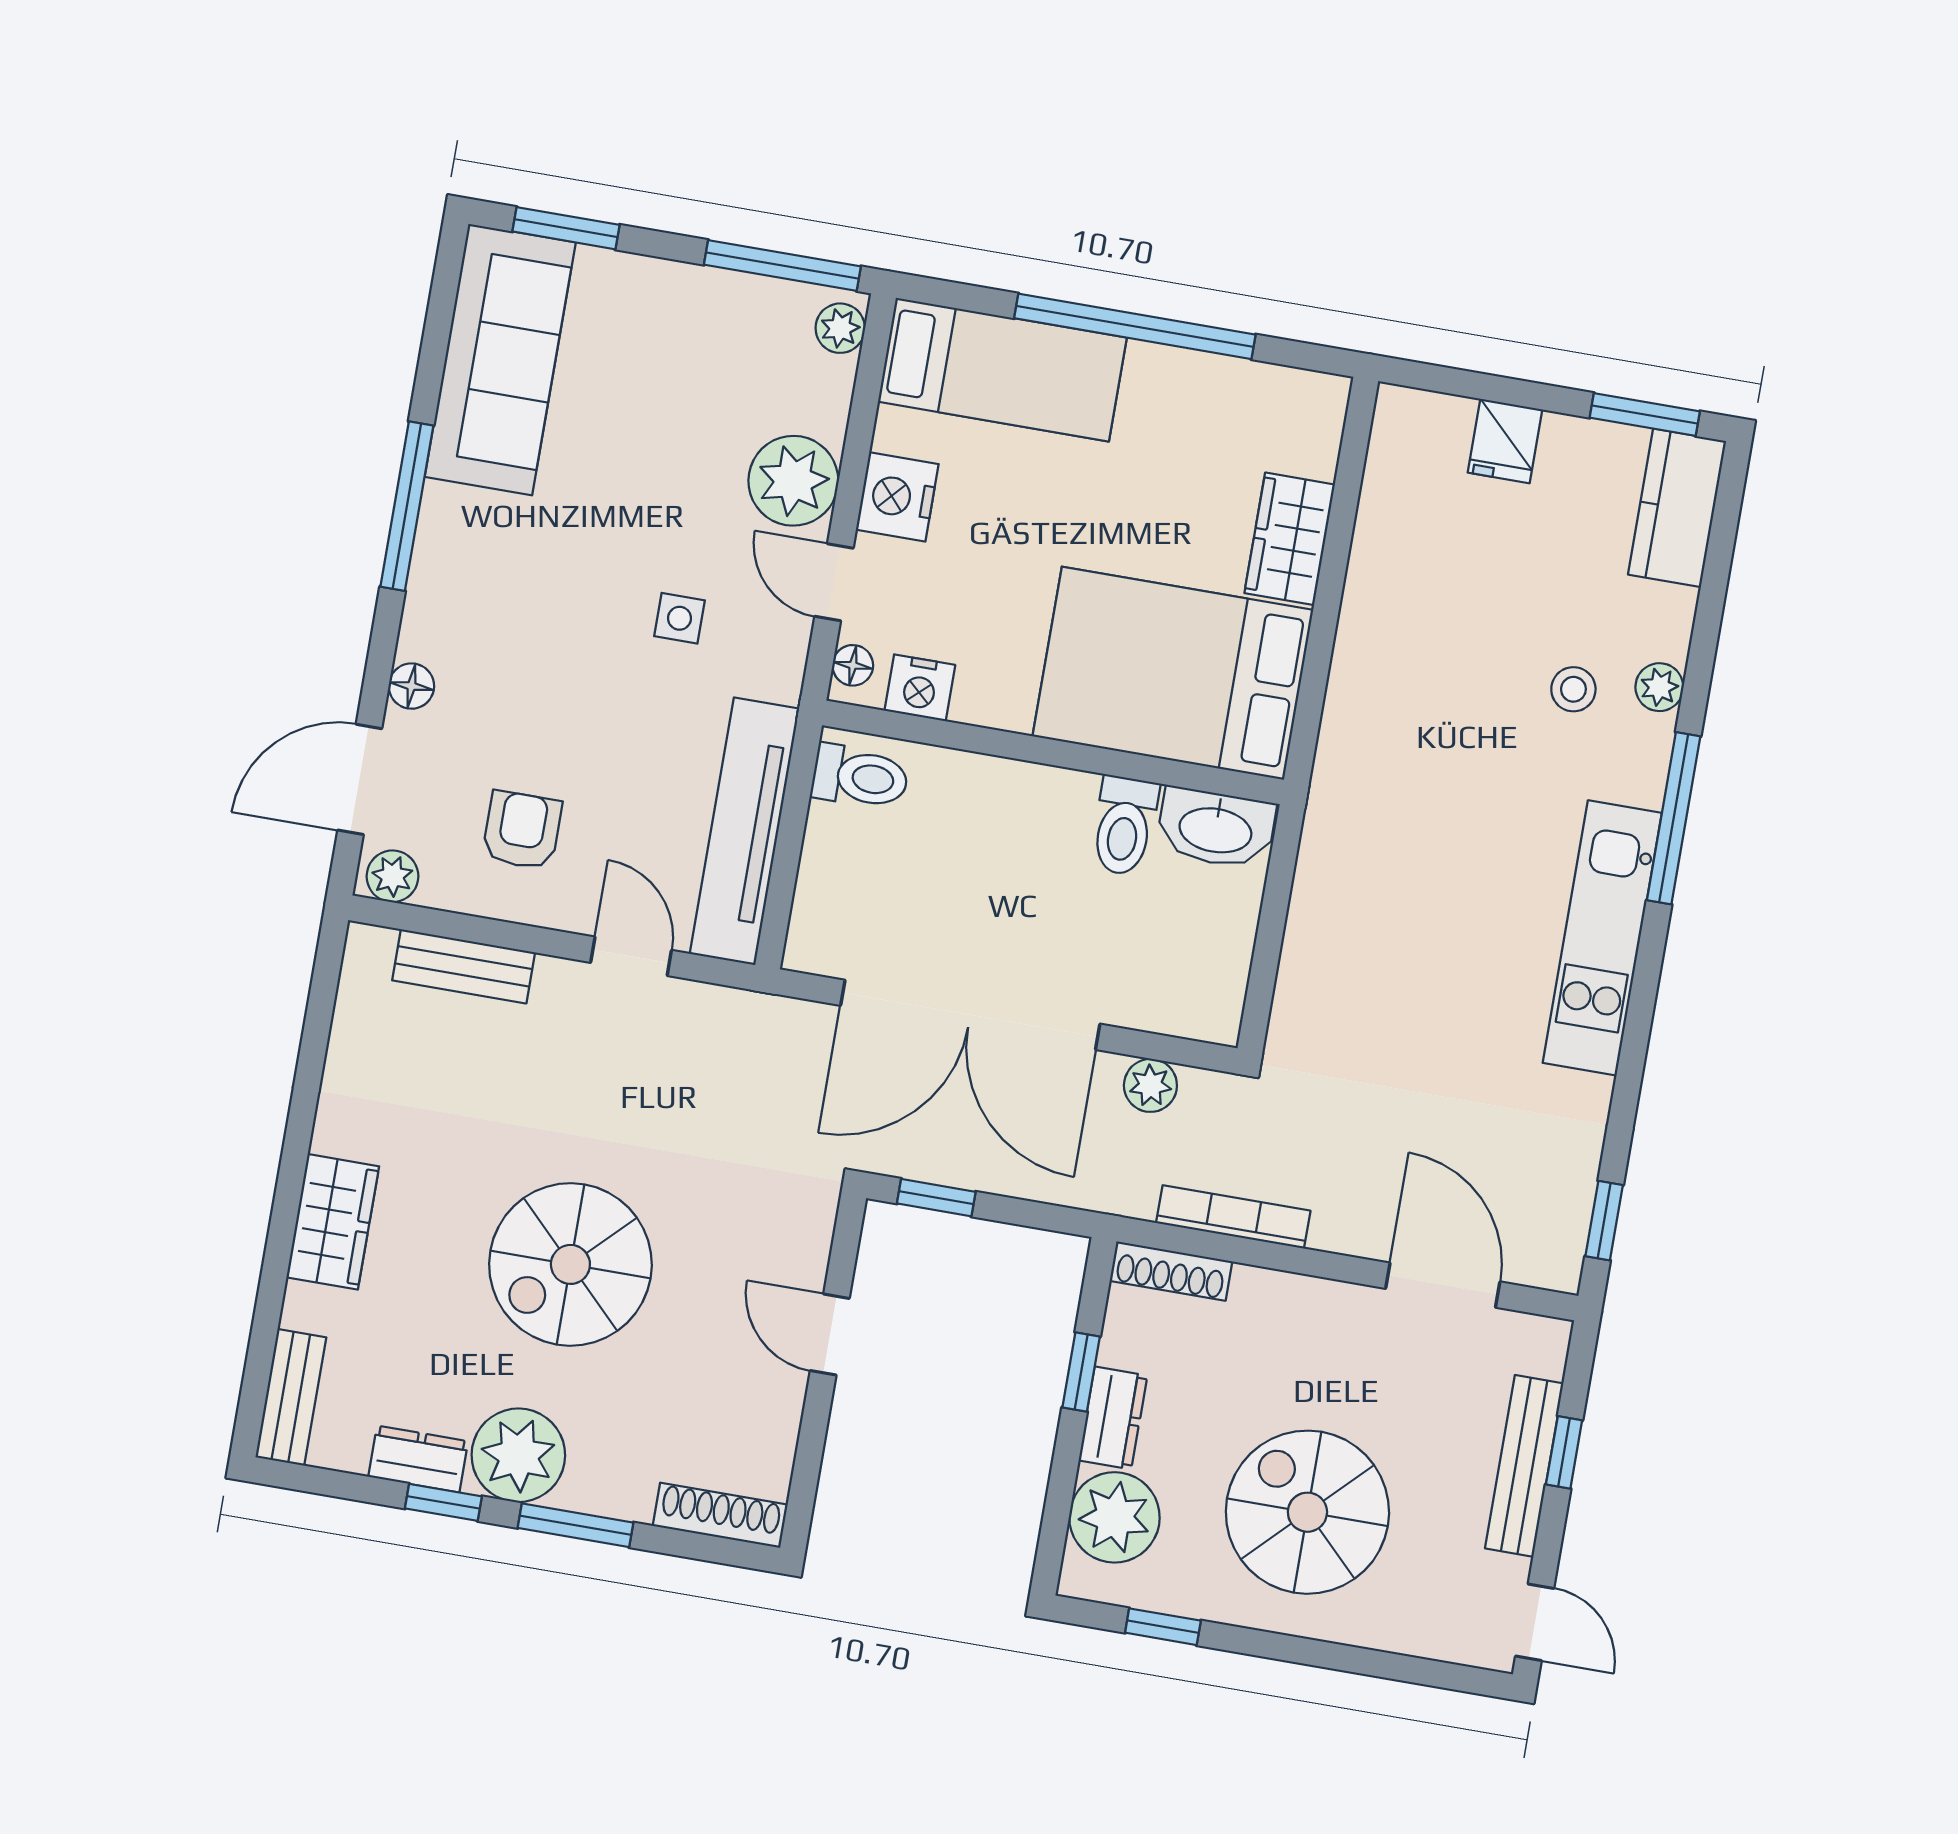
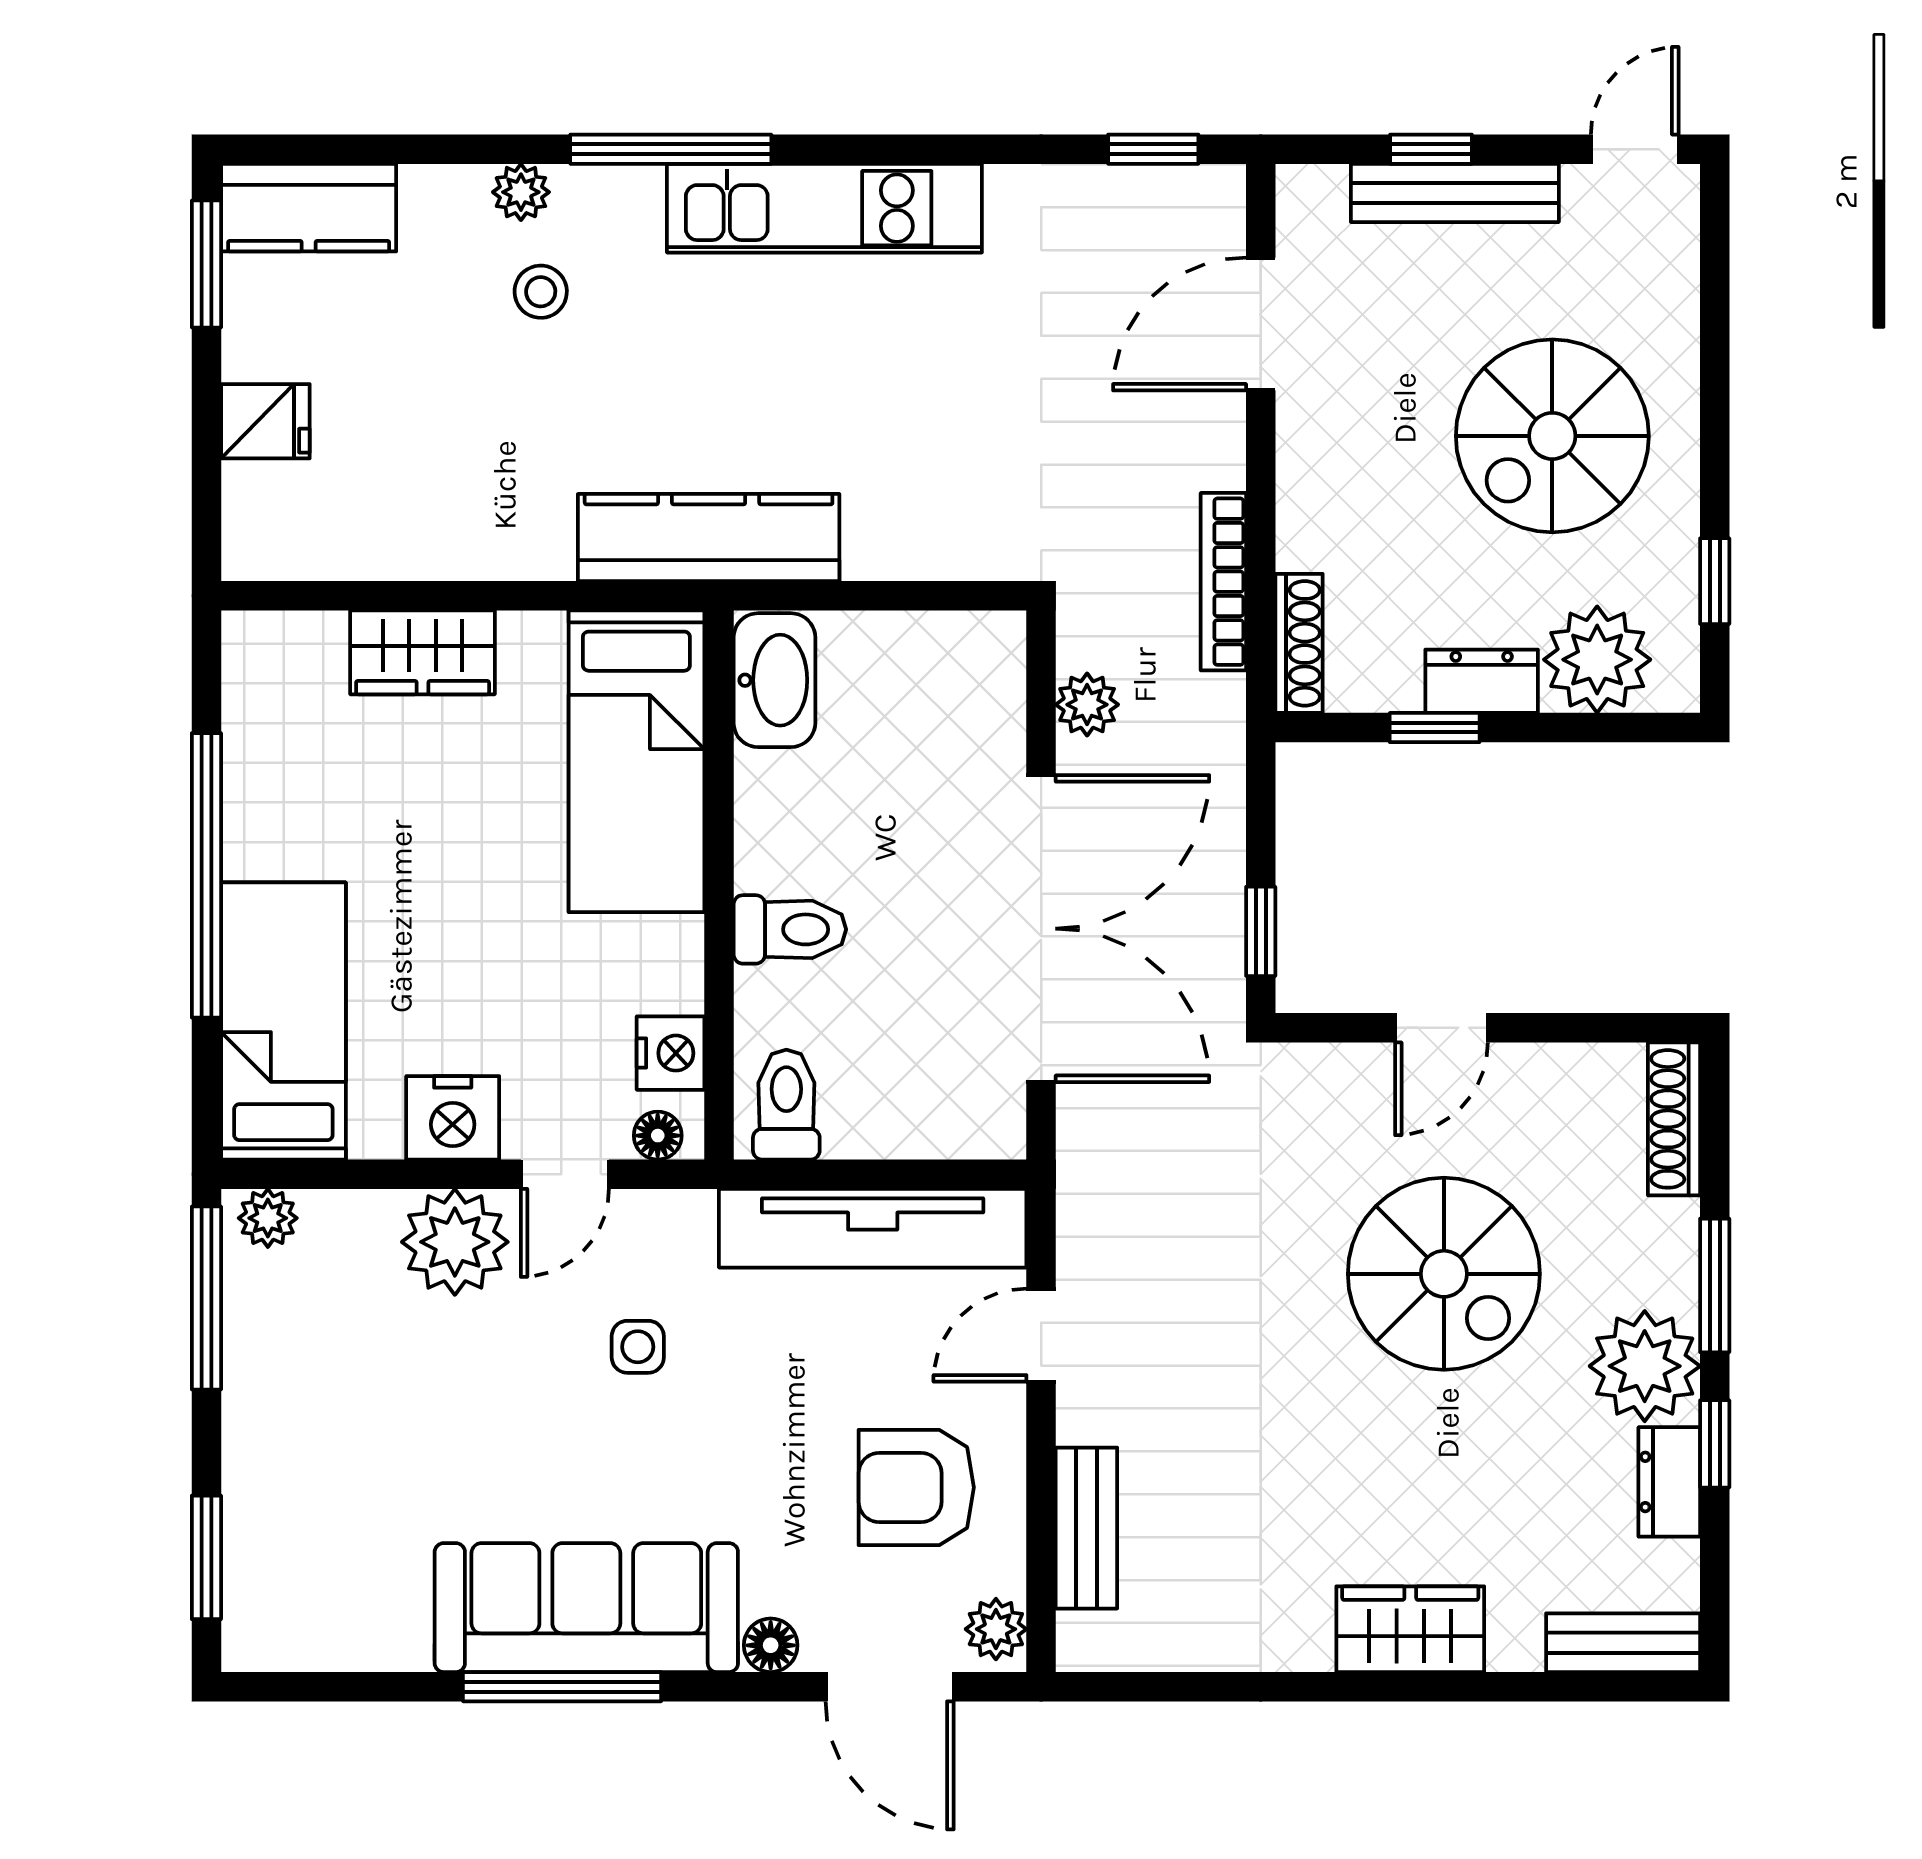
sofa: (500, 360) -> (586, 1608), moved
bed: (1173, 673) -> (636, 761), width x0.67
kitchen counter: (1344, 794) -> (709, 538), added
toilet: (1124, 826) -> (790, 929), moved
armchair: (522, 830) -> (916, 1487), width x1.38, depth x1.38
spiral stairs: (570, 1264) -> (1444, 1274), moved

